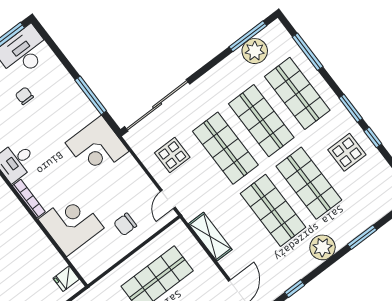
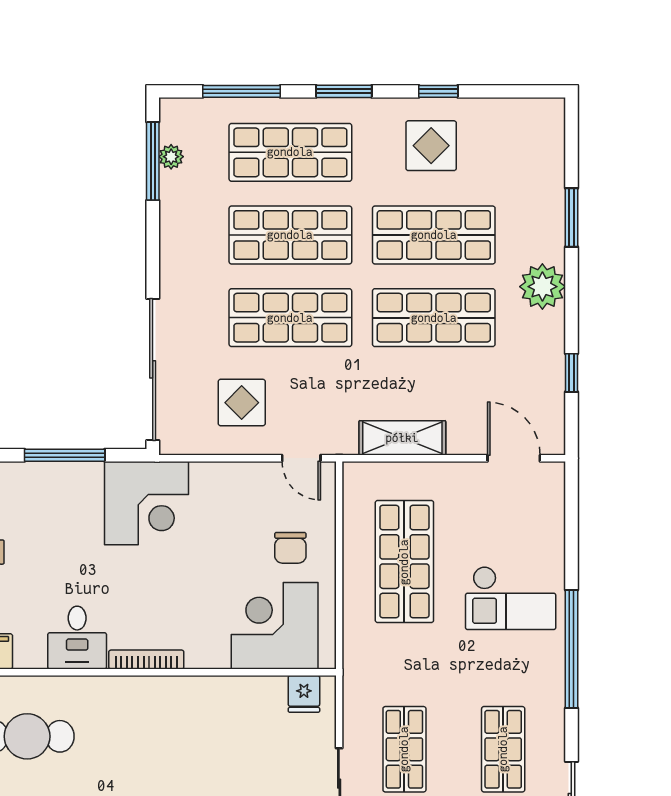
plant: (255, 51) -> (171, 157), width x0.53, depth x0.53
window: (351, 108) -> (344, 91), moved
corner desk: (71, 224) -> (275, 626), moved

